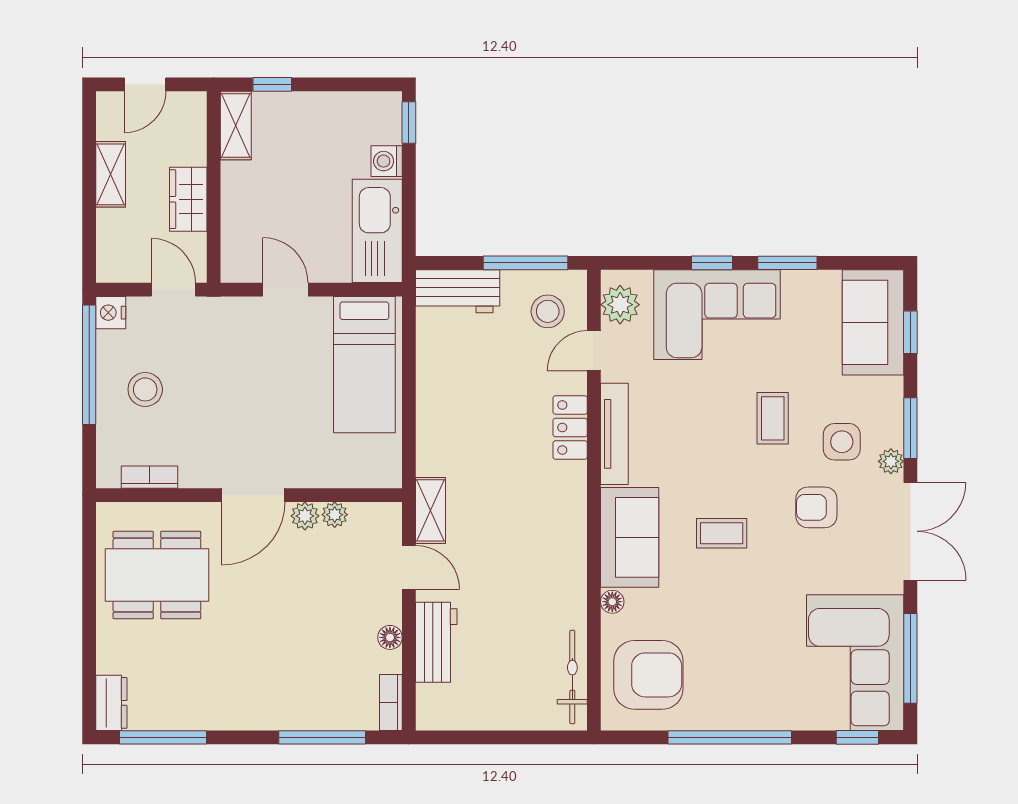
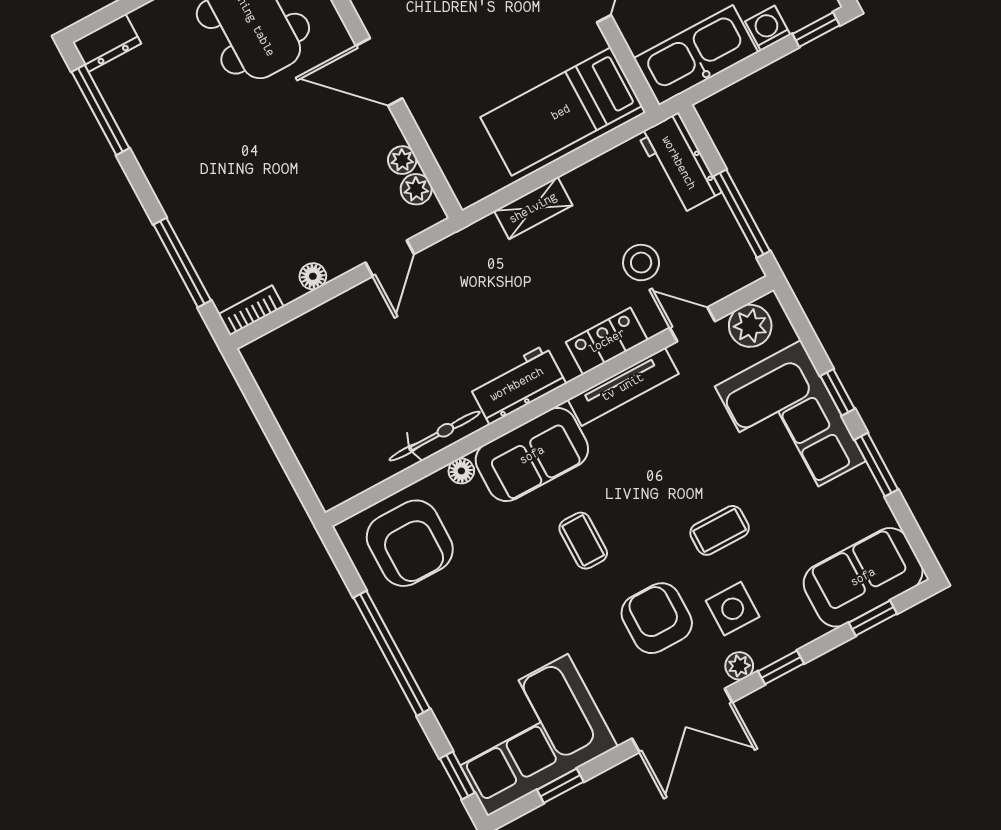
stool: (548, 311) -> (641, 263), moved
window: (910, 428) -> (781, 667), width x0.67
armchair: (816, 507) -> (657, 618), width x1.38, depth x1.38
shelving: (430, 510) -> (533, 208), moved
plant: (305, 516) -> (416, 189), moved
workbench: (436, 642) -> (517, 384), moved, turned 180
window: (910, 658) -> (560, 786), width x0.46
bicycle: (572, 677) -> (435, 436), moved

